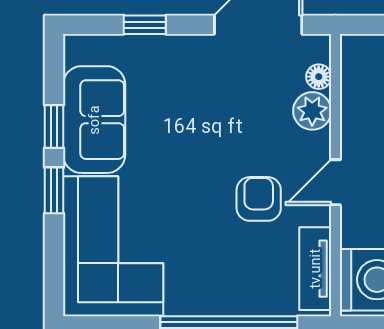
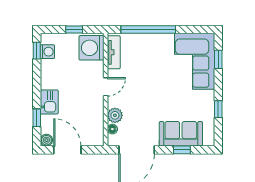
sofa: (94, 120) -> (181, 134), moved, turned 90
window: (54, 190) -> (218, 59), moved
armchair: (259, 199) -> (136, 80), removed

